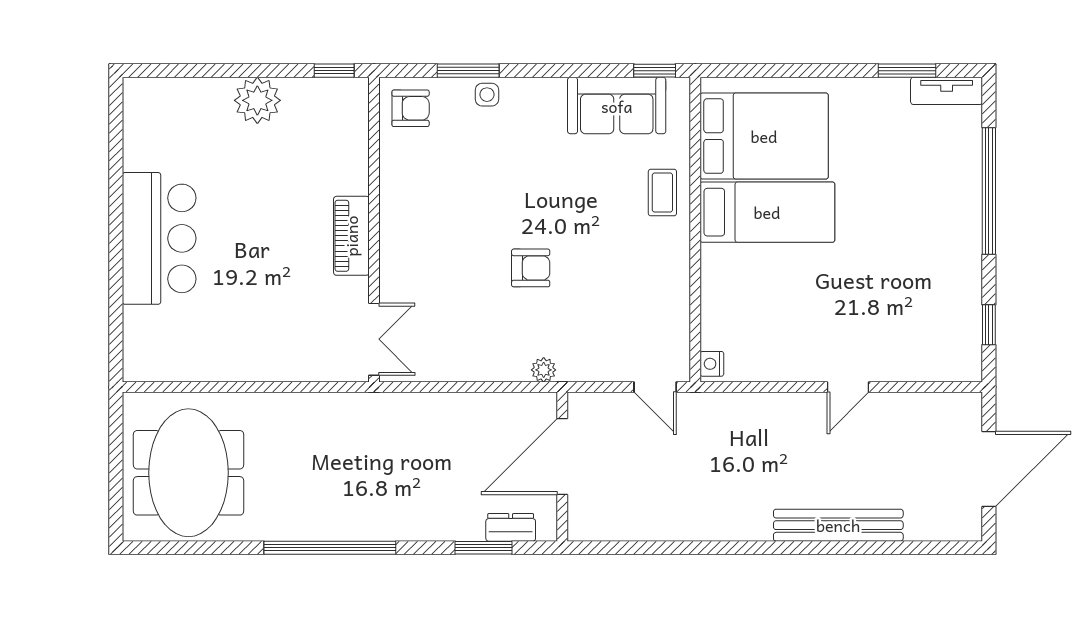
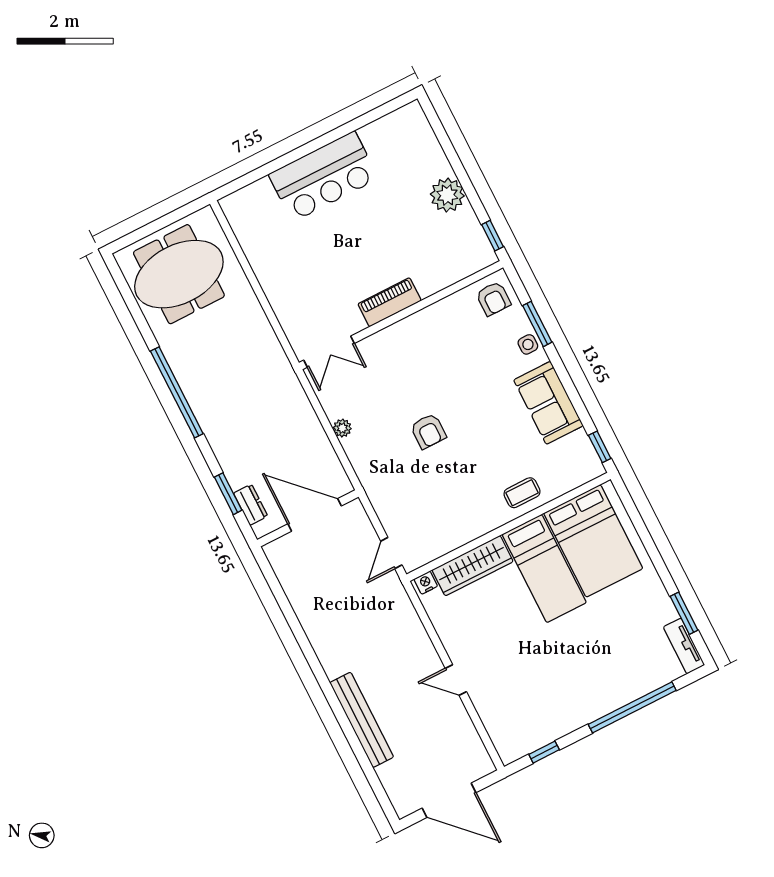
sofa: (617, 106) -> (548, 403), moved
wardrobe: (720, 297) -> (473, 566), added
plant: (544, 370) -> (342, 428), moved

